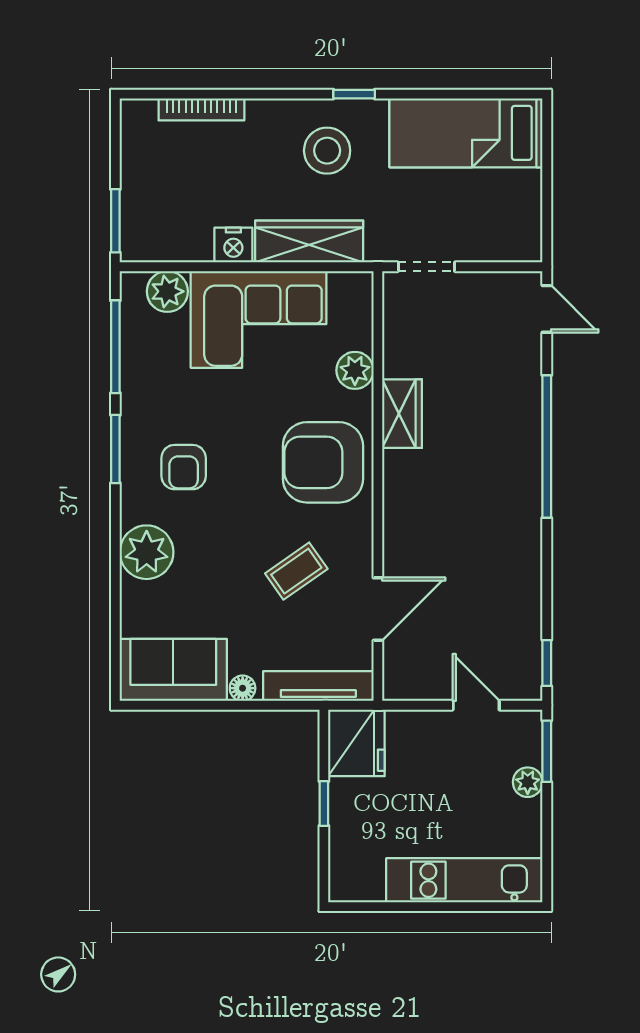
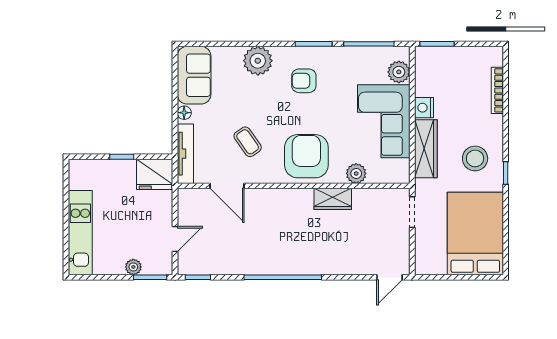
bed: (466, 133) -> (475, 234), width x1.50
window: (547, 446) -> (283, 277), moved

